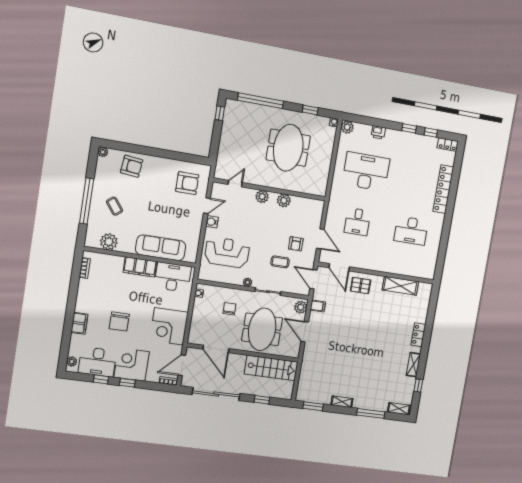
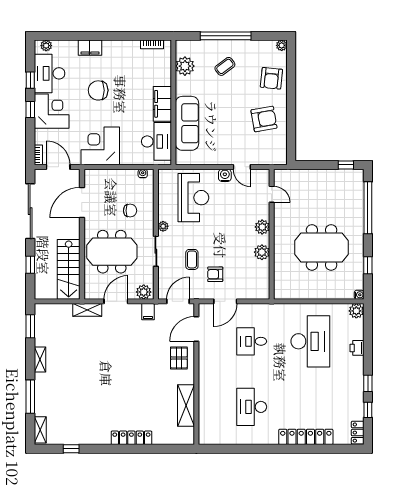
armchair: (187, 183) -> (264, 119), moved, turned -100
locker: (418, 335) -> (131, 438), width x1.53
shelving: (413, 365) -> (87, 310), moved

